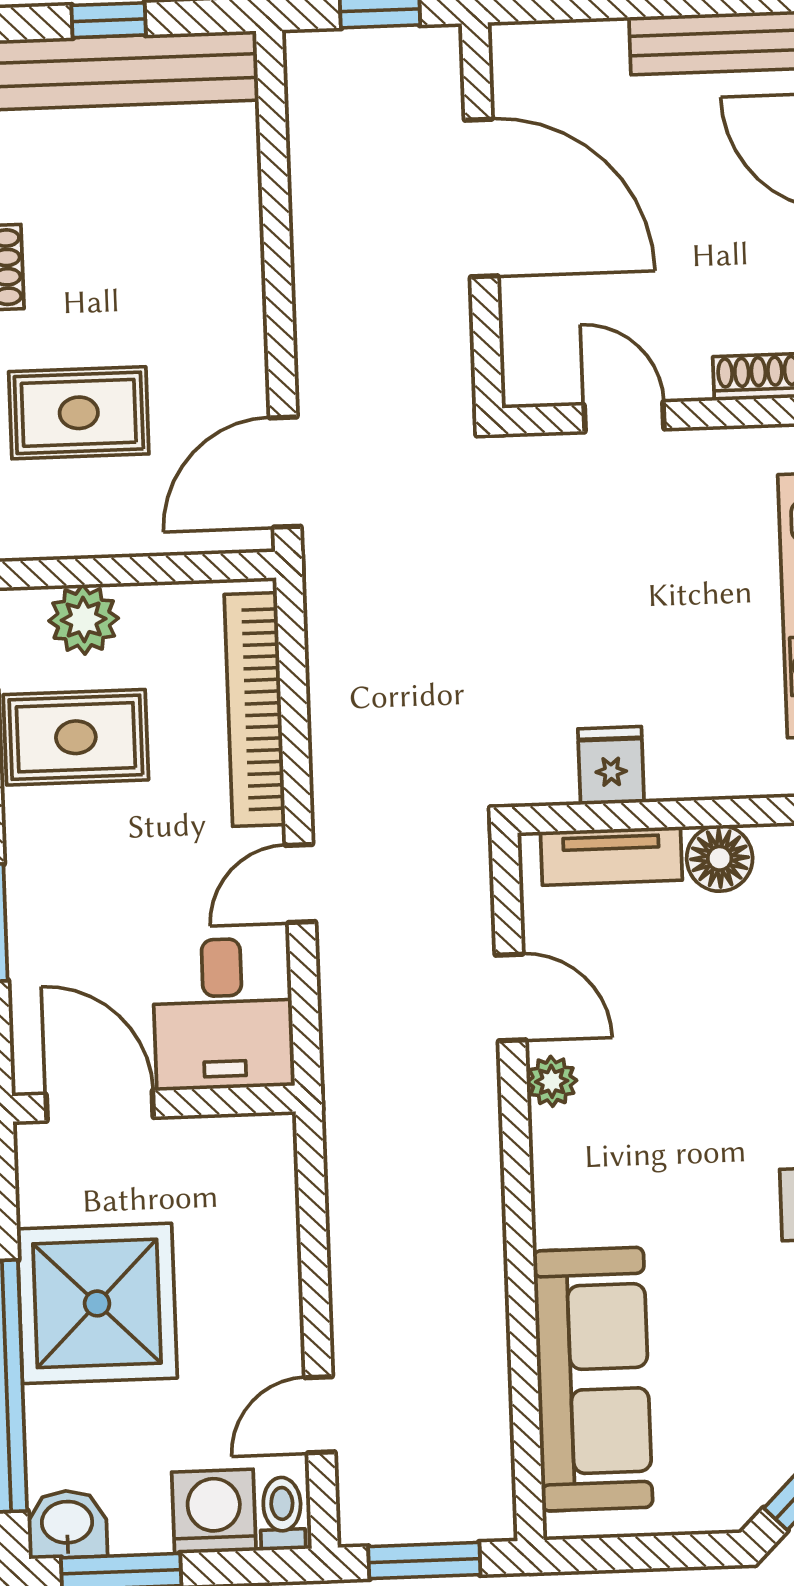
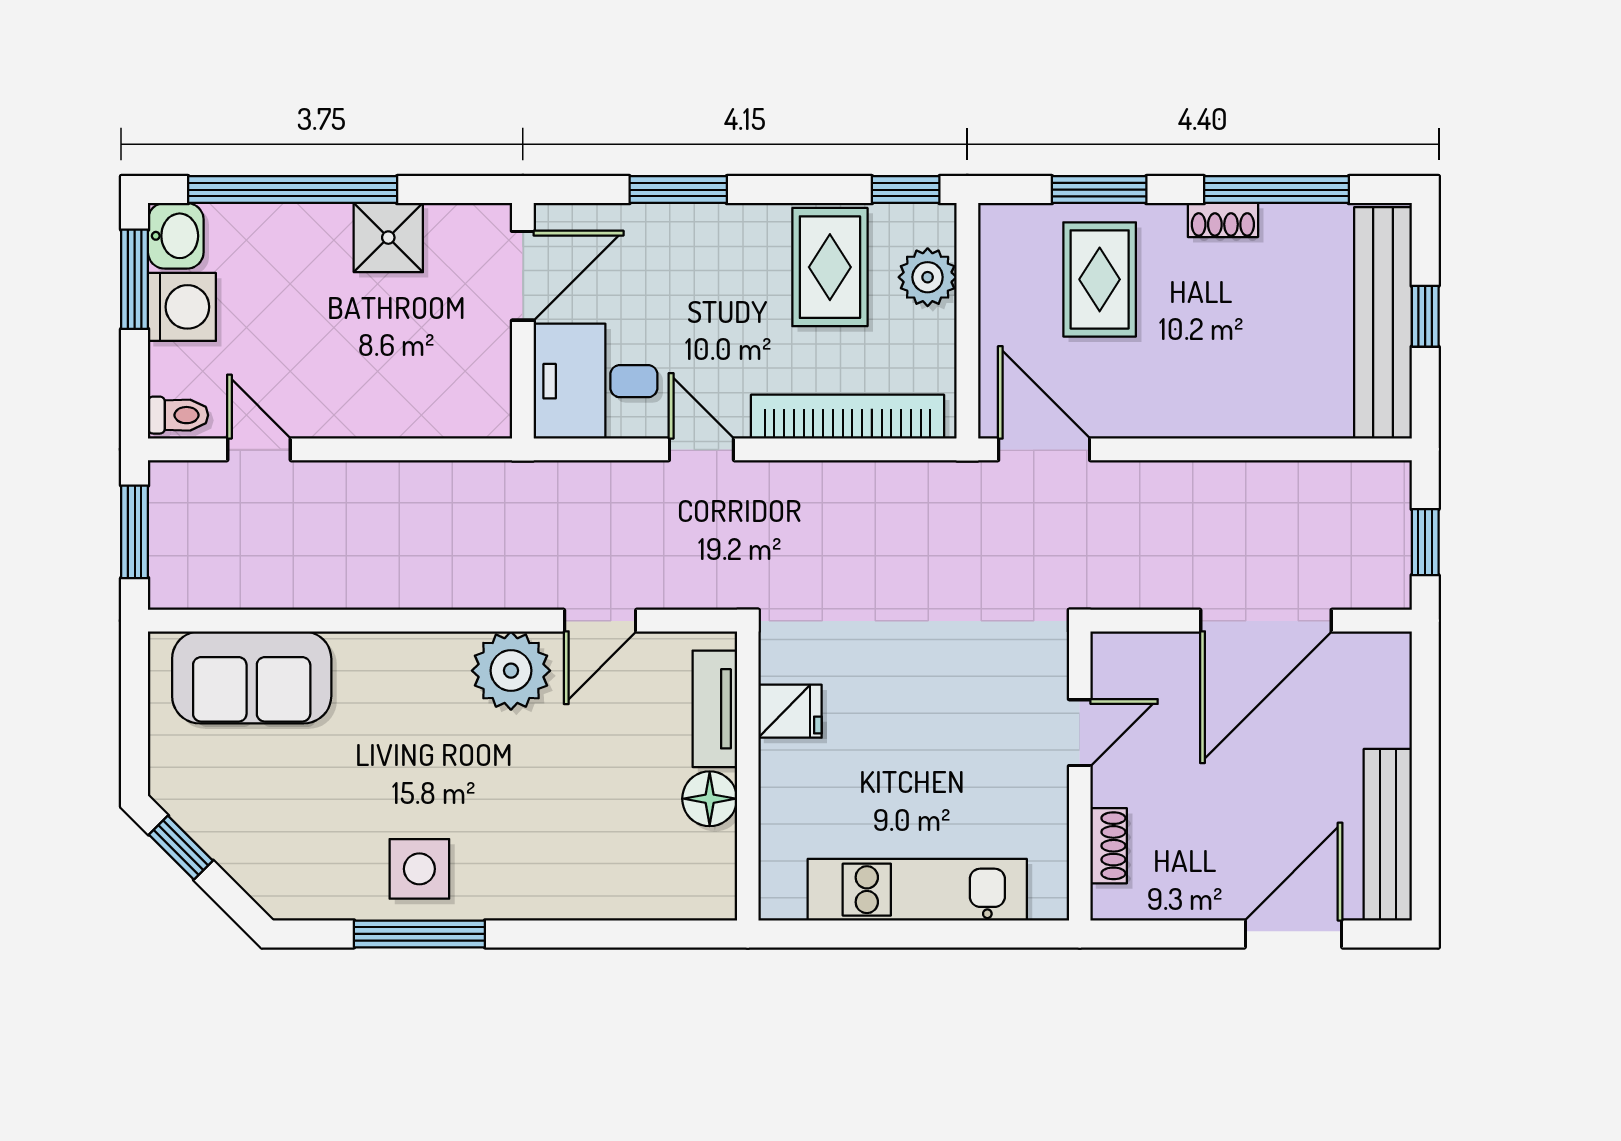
plant: (552, 1081) -> (511, 671), width x1.87, depth x1.87
shower: (97, 1303) -> (388, 238), width x0.54, depth x0.54
sofa: (593, 1379) -> (252, 677), width x0.73
washing machine: (214, 1511) -> (182, 307), moved

